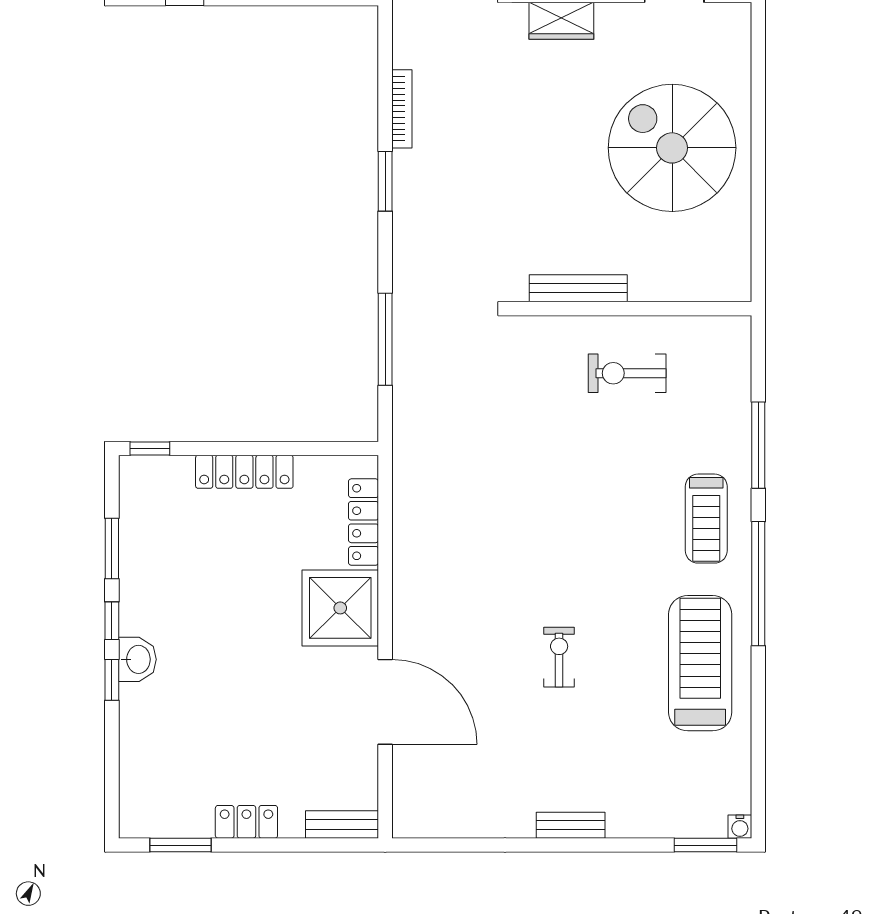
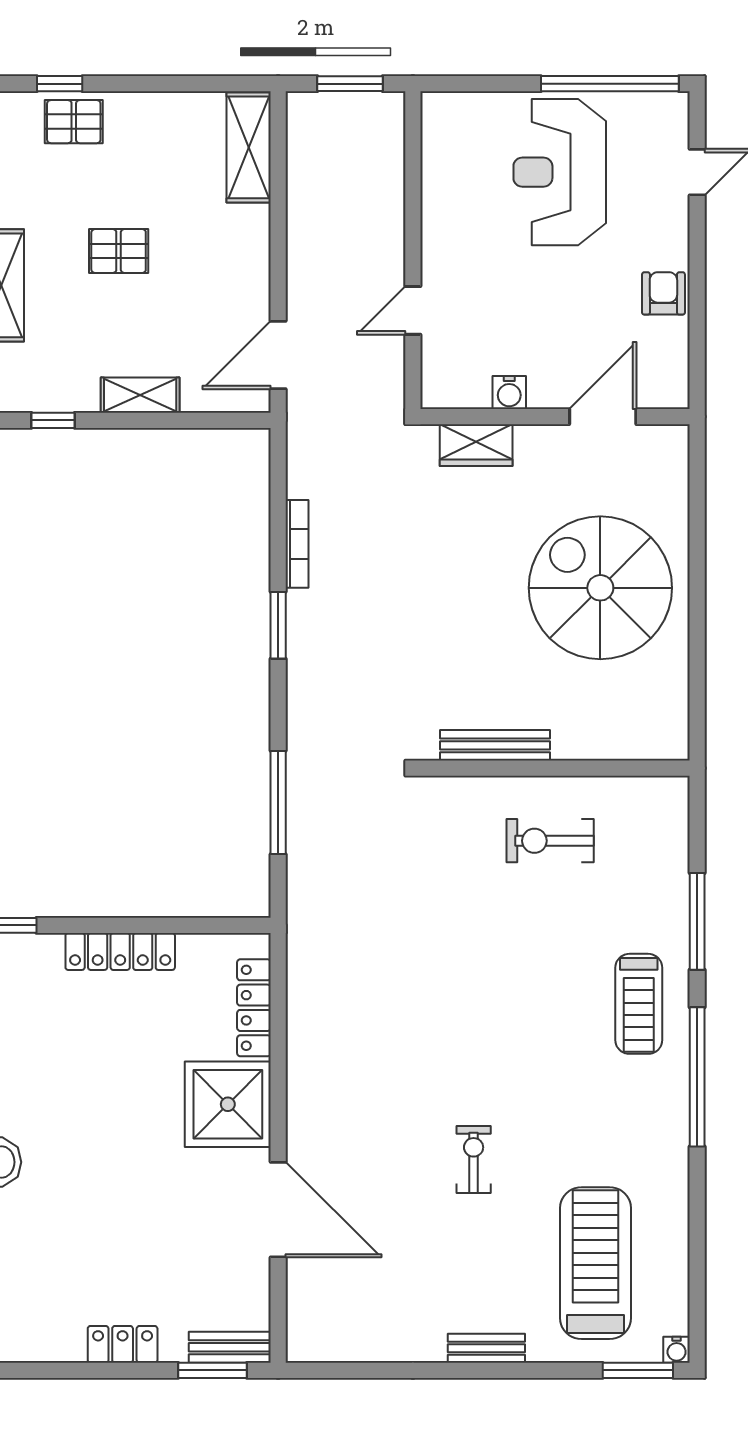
treadmill: (700, 663) -> (596, 1263), moved
window: (181, 845) -> (212, 1370), moved

